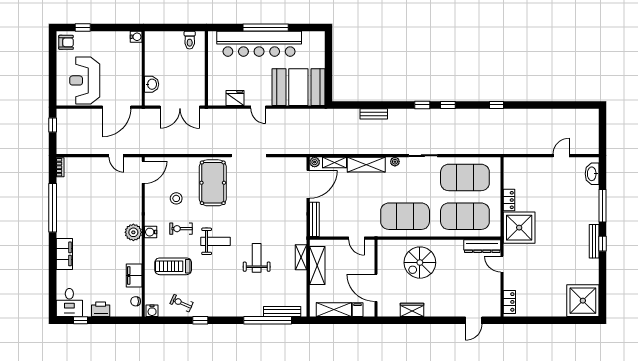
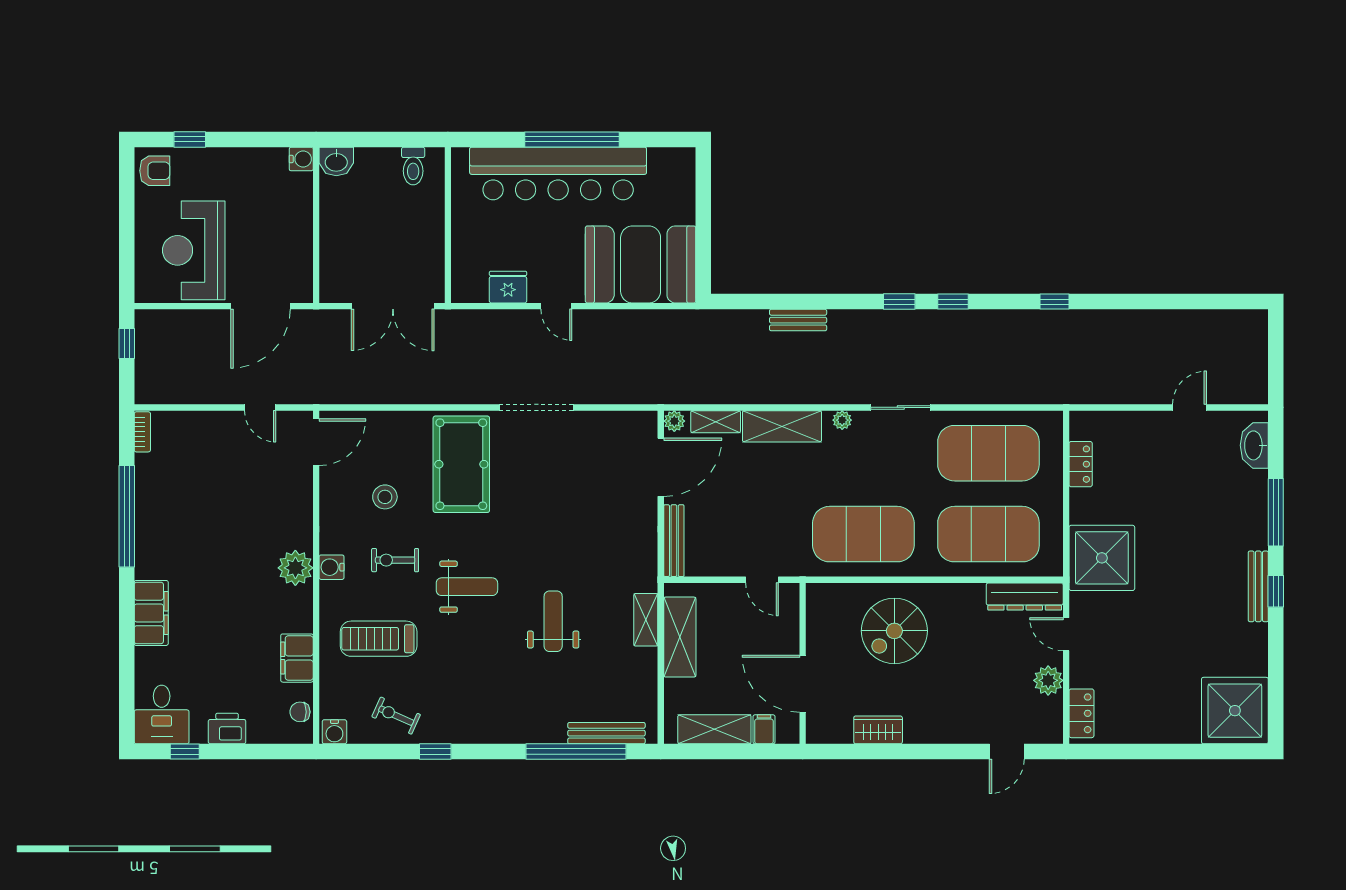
washbasin: (152, 84) -> (336, 161), moved, turned 90
locker: (509, 200) -> (1081, 464), moved
plant: (494, 286) -> (1048, 680), added

